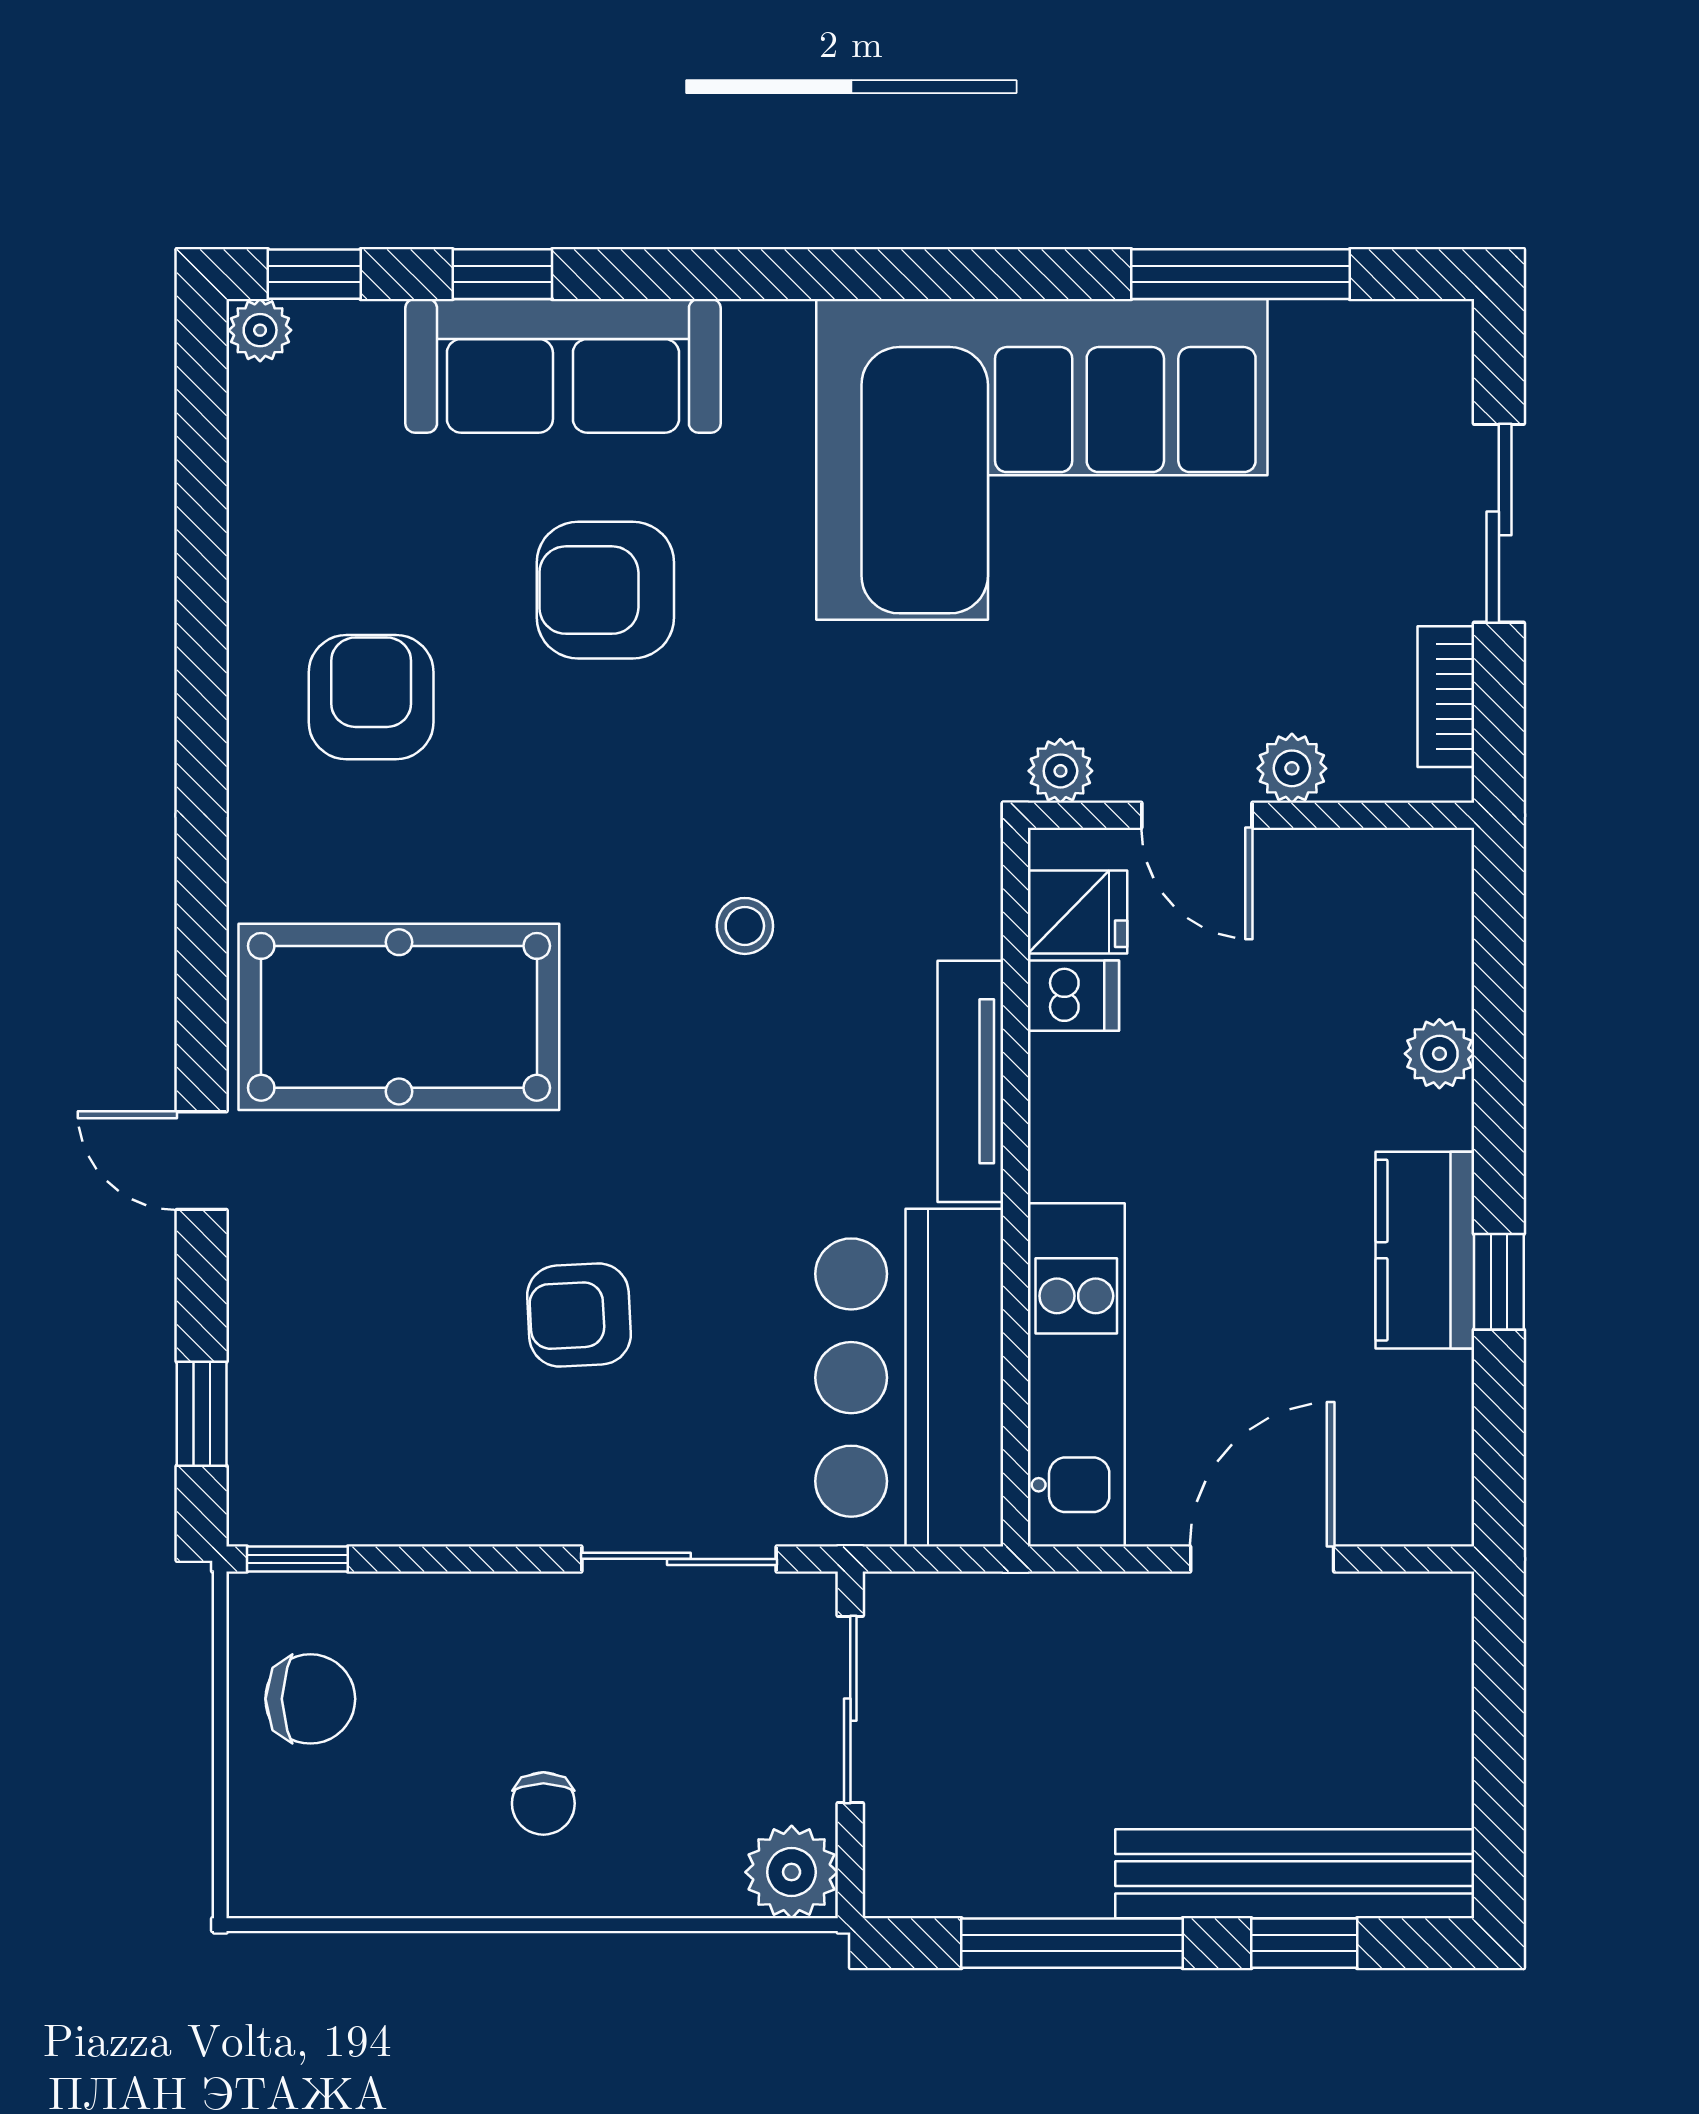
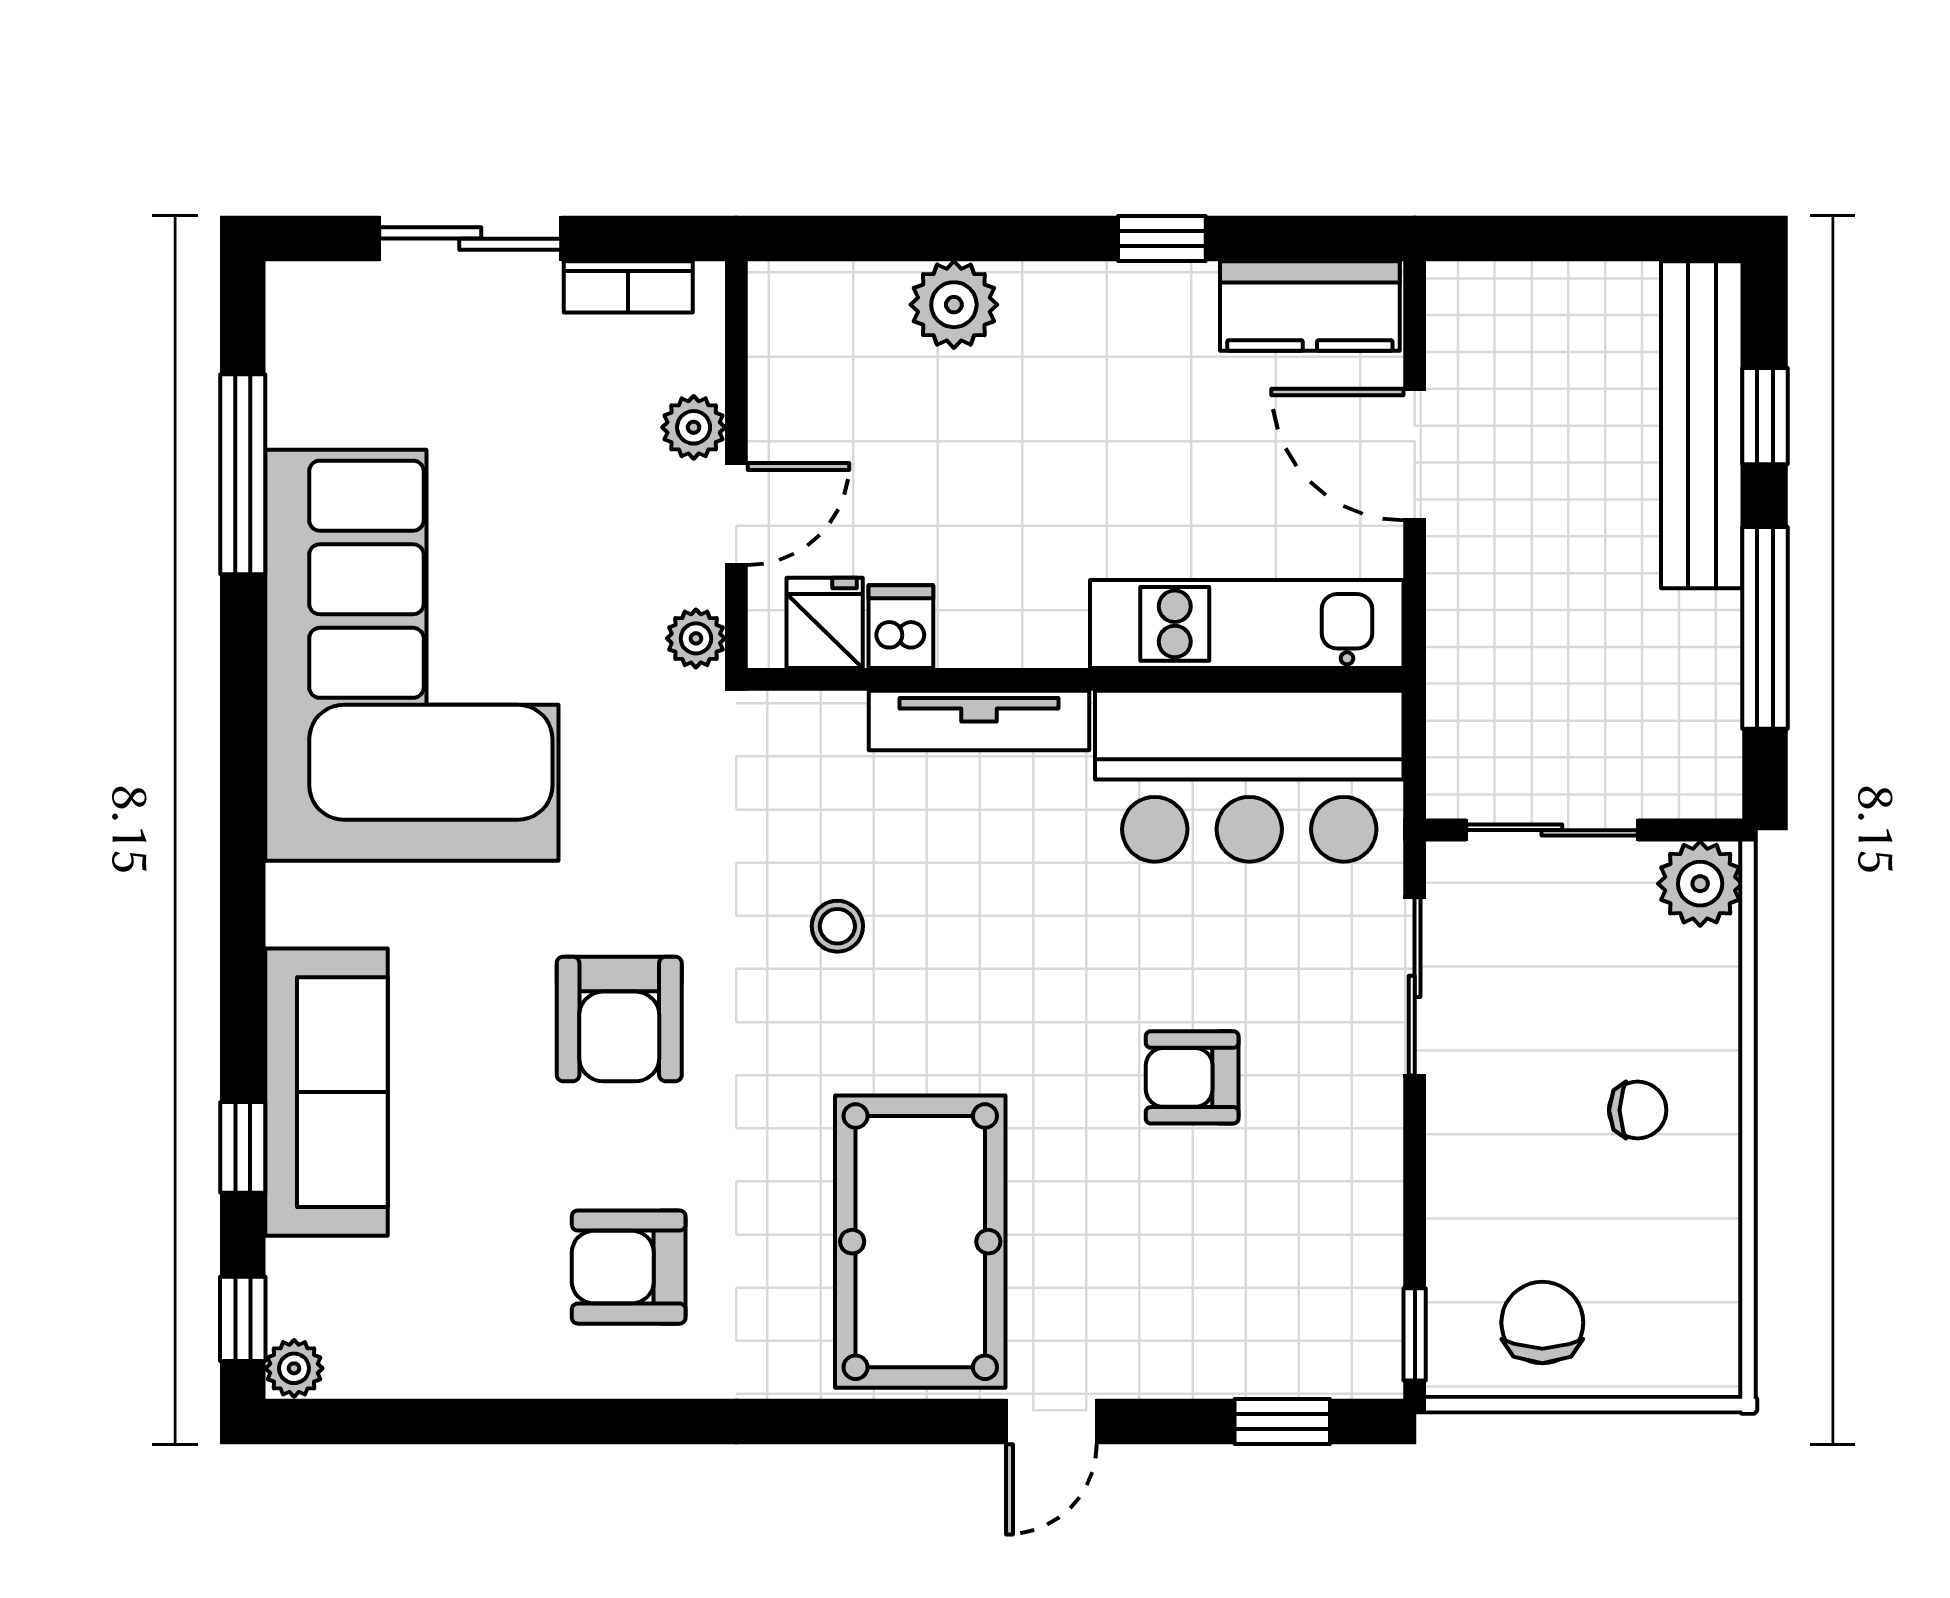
armchair: (605, 590) -> (619, 1019), moved
plant: (1439, 1054) -> (954, 305), width x1.38, depth x1.38
kitchen counter: (1425, 1250) -> (1310, 306), moved
armchair: (579, 1315) -> (1192, 1077), turned 93

